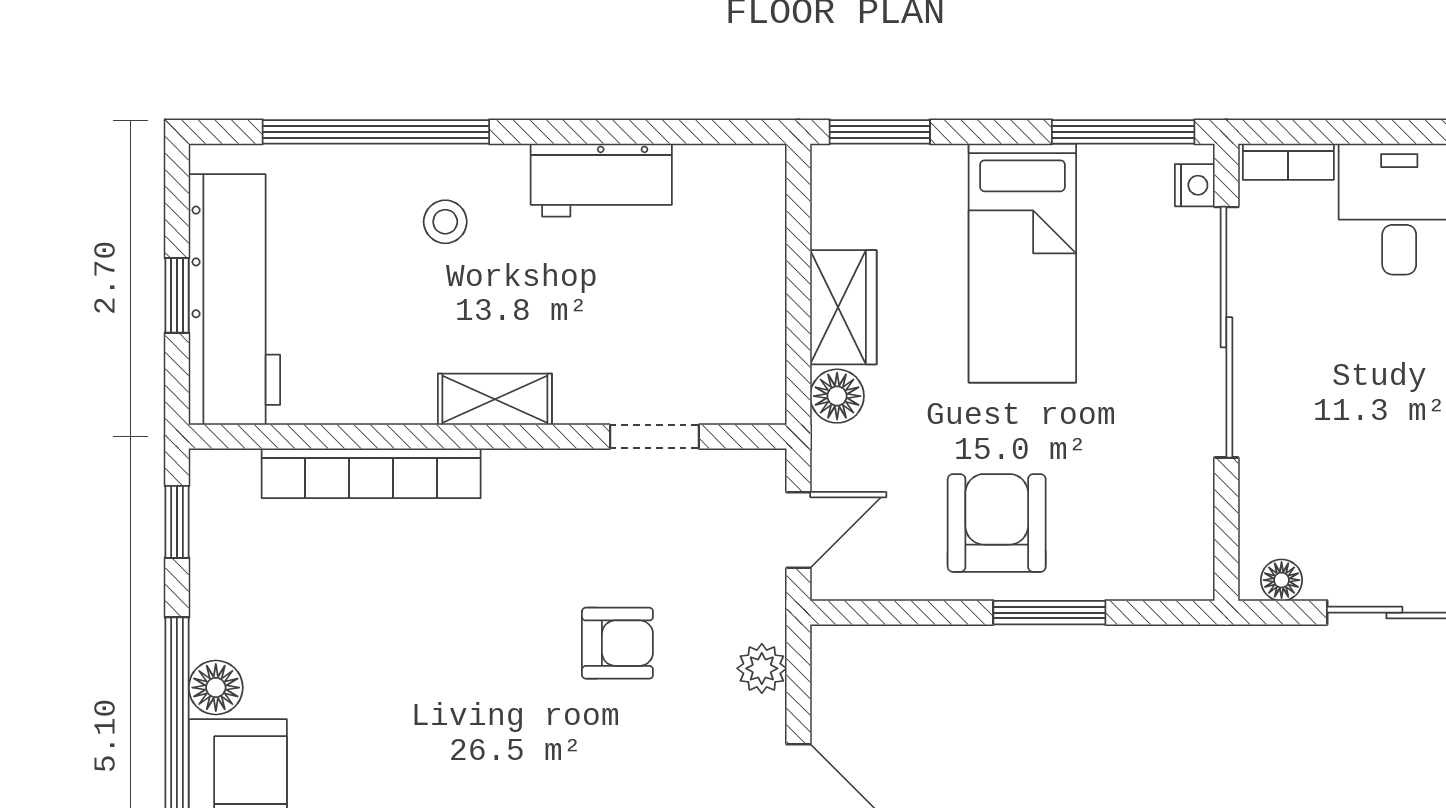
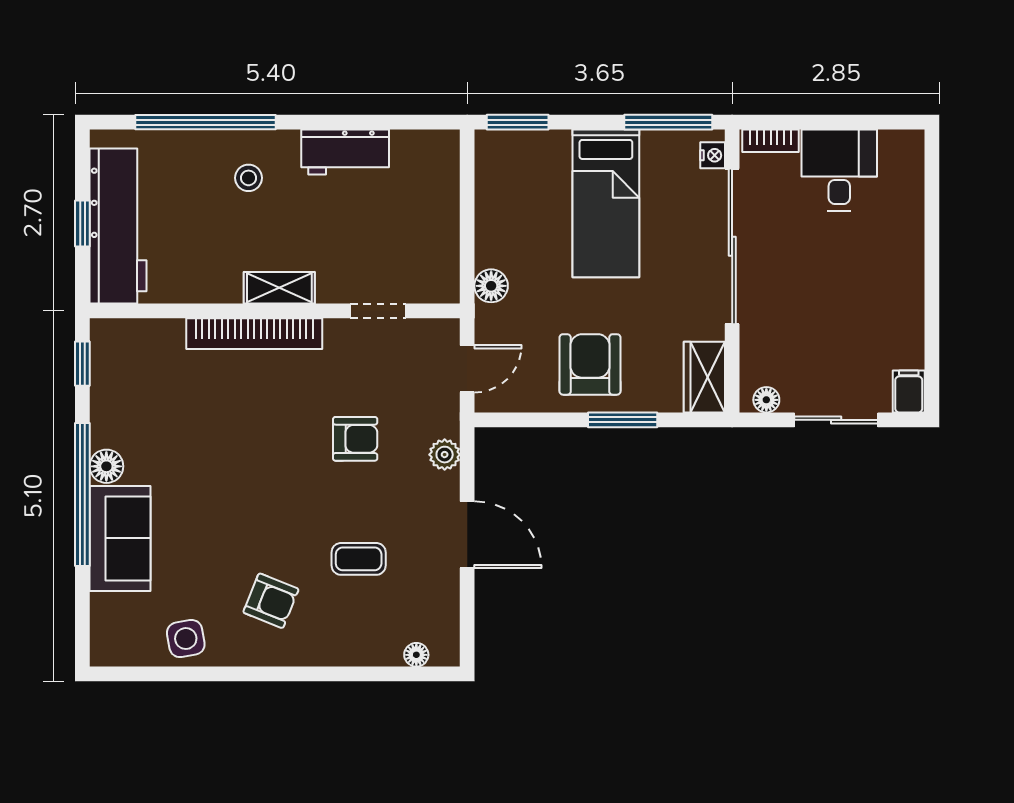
wardrobe: (843, 307) -> (704, 377), moved, turned 180
bookcase: (371, 473) -> (254, 334), moved

